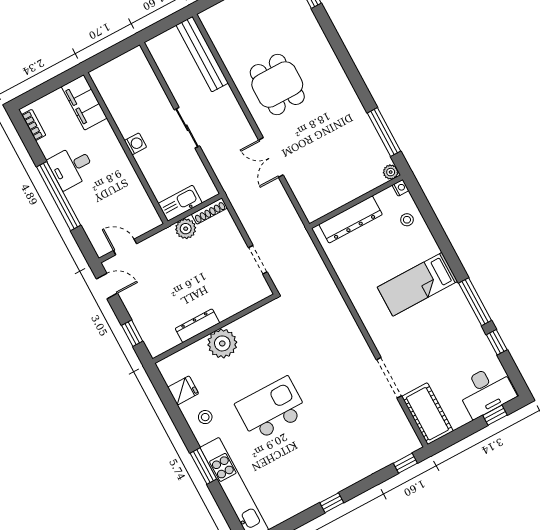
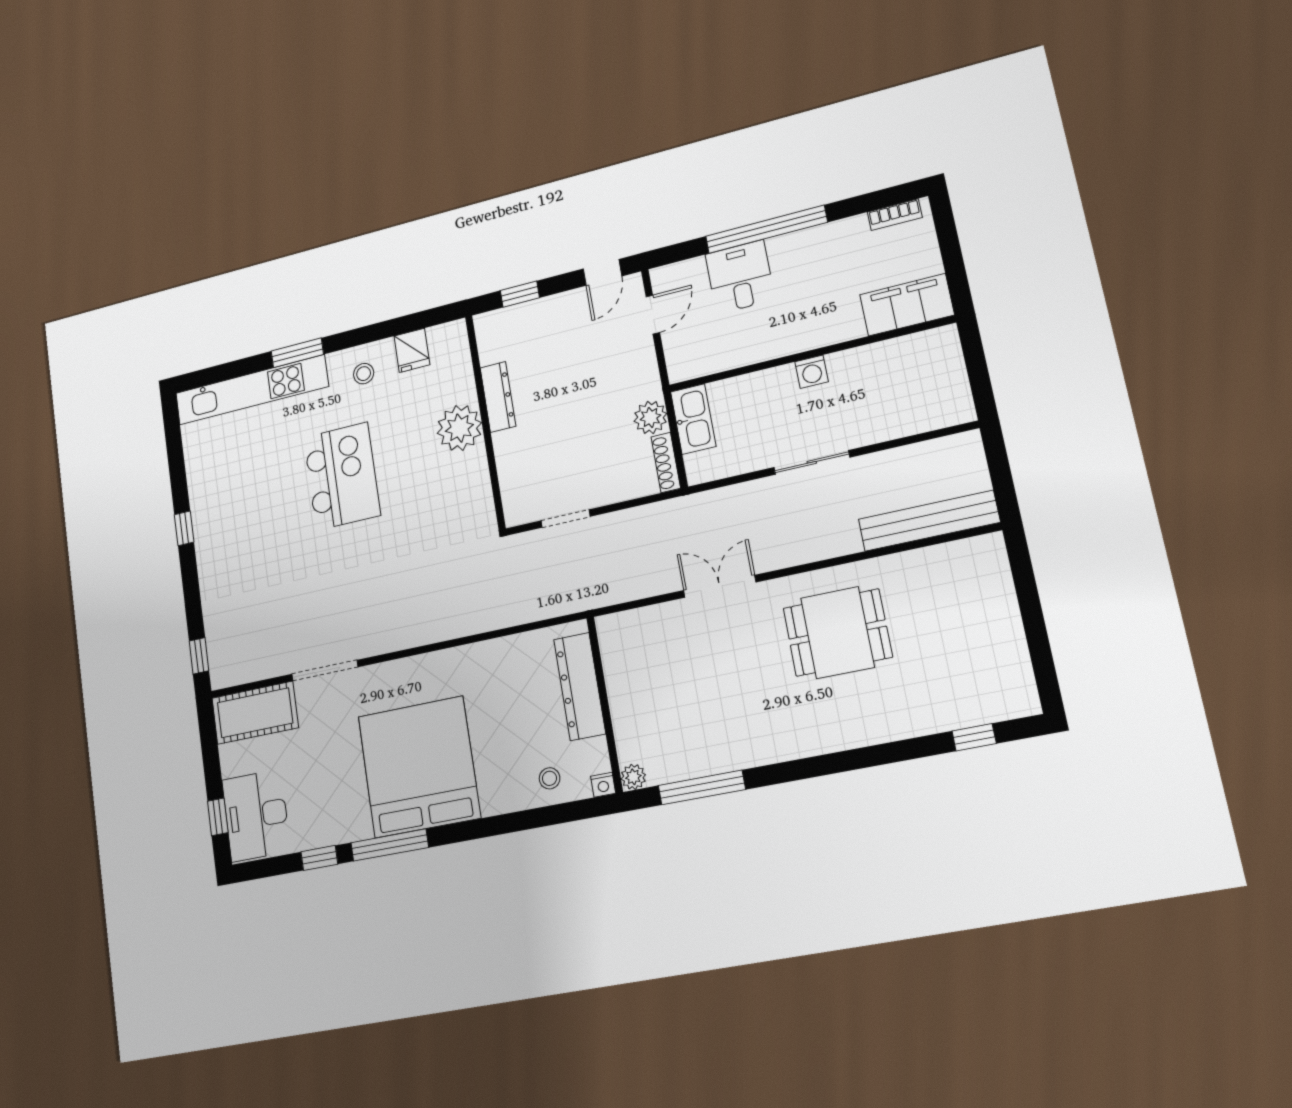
desk: (71, 167) -> (740, 277), moved
bed: (417, 284) -> (419, 767), width x2.04

